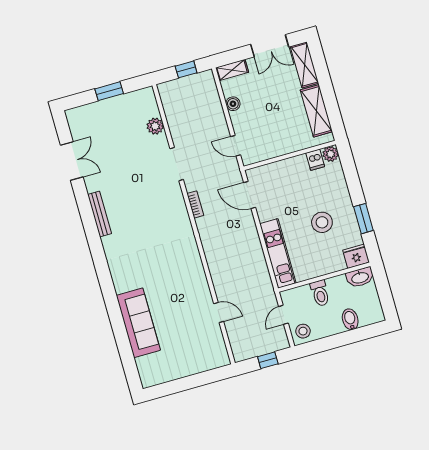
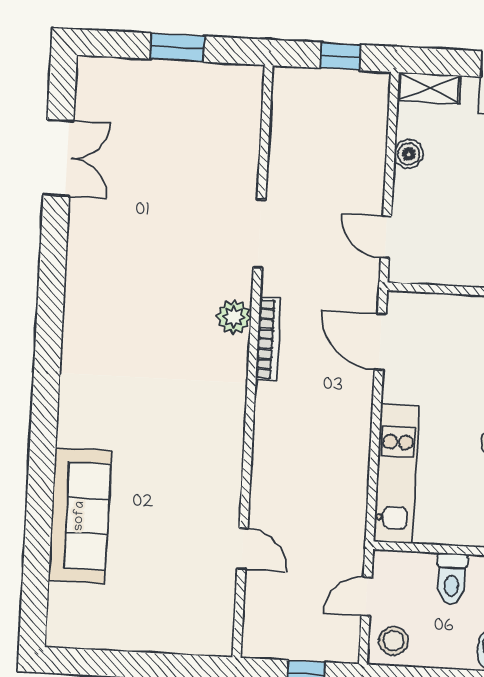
plant: (155, 126) -> (234, 317), moved
bookcase: (195, 204) -> (268, 339), width x1.56
bench: (100, 214) -> (77, 279), removed

